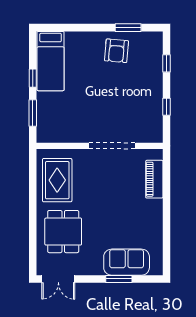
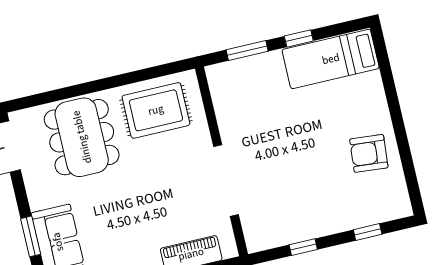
window: (128, 28) -> (407, 163), removed
dining table: (63, 232) -> (82, 137), width x1.38

